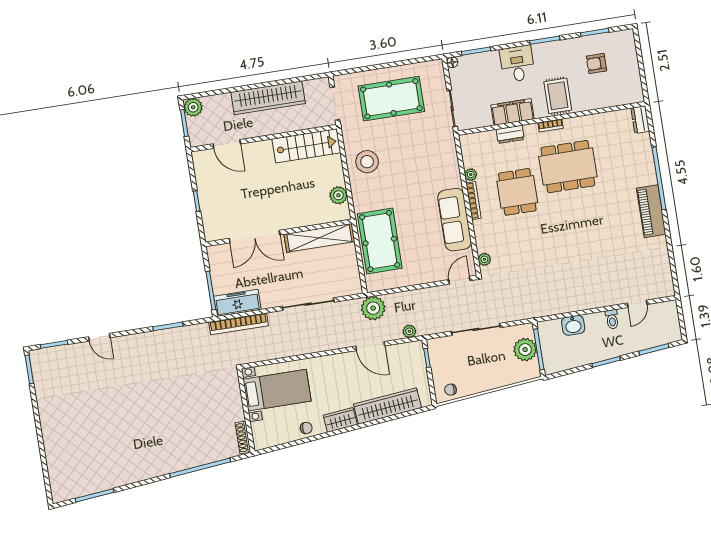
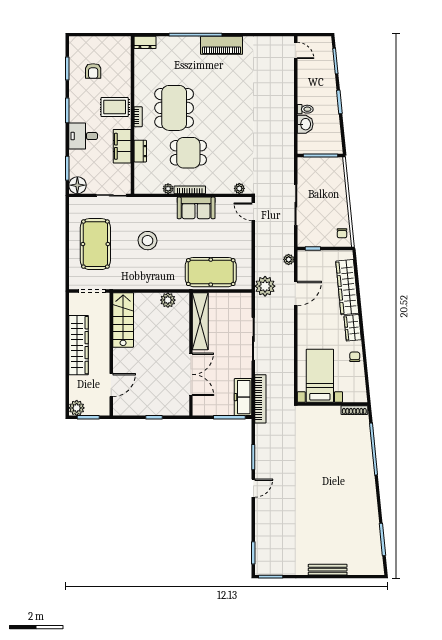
floor lamp: (452, 62) -> (77, 185), width x1.89, depth x1.89
stool: (367, 162) -> (147, 241), moved
sofa: (455, 220) -> (196, 208), width x0.73
door: (637, 304) -> (296, 51), moved
toilet: (612, 319) -> (305, 109), moved
door: (99, 337) -> (253, 488), moved
plant: (525, 350) -> (319, 167), removed
bench: (48, 436) -> (328, 570), added

